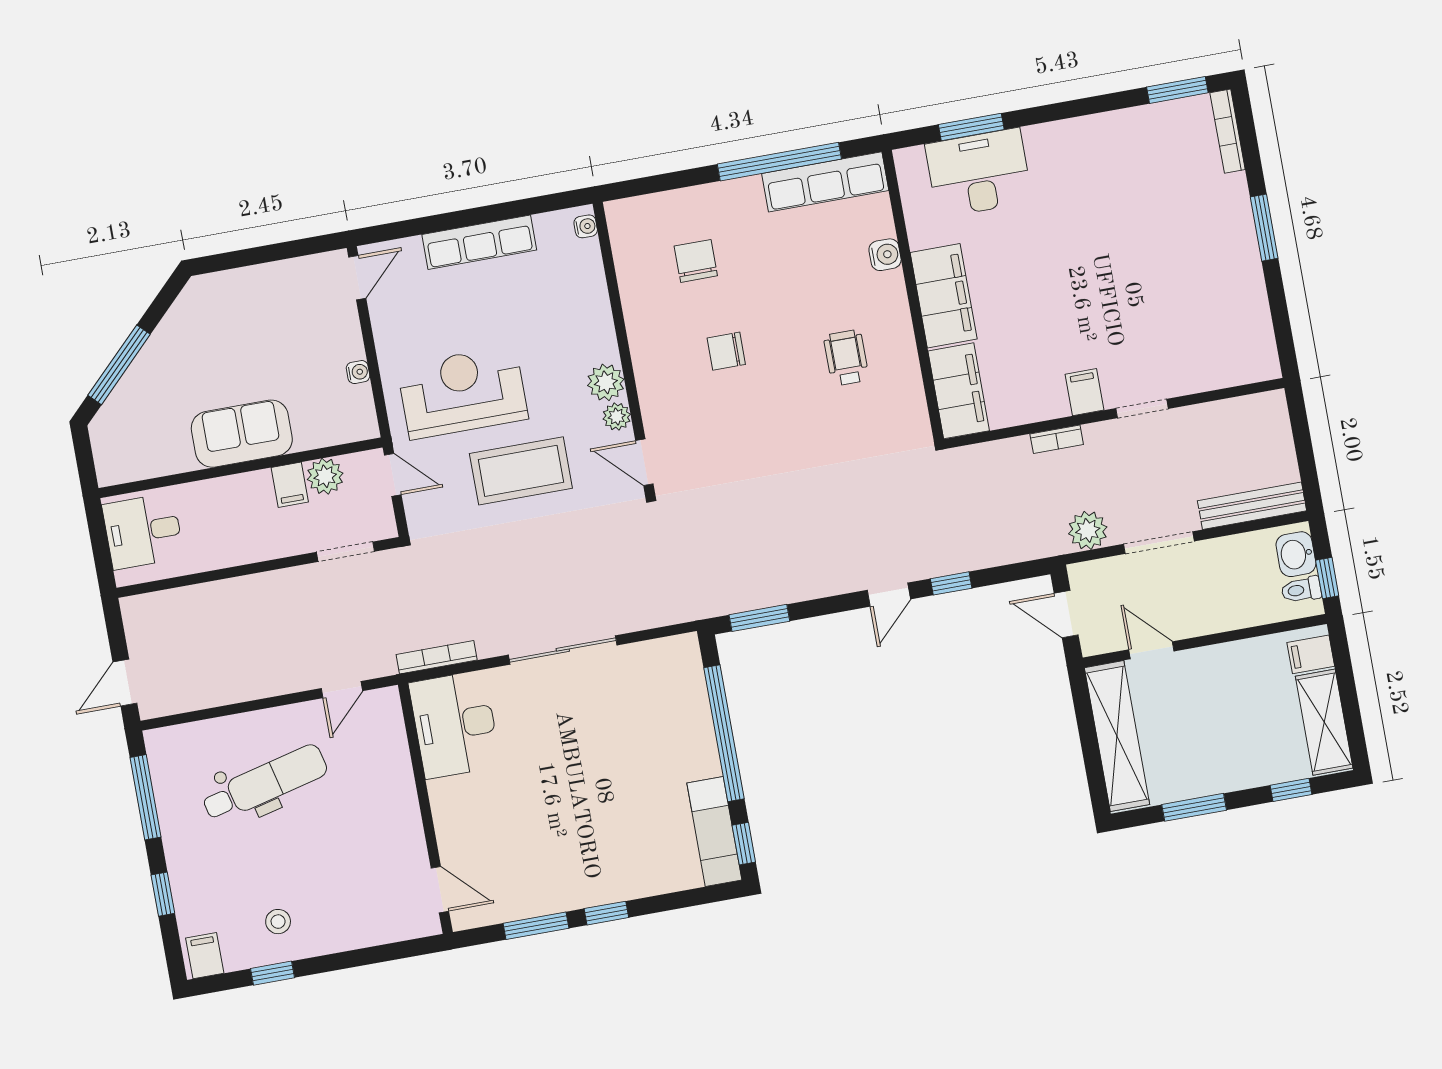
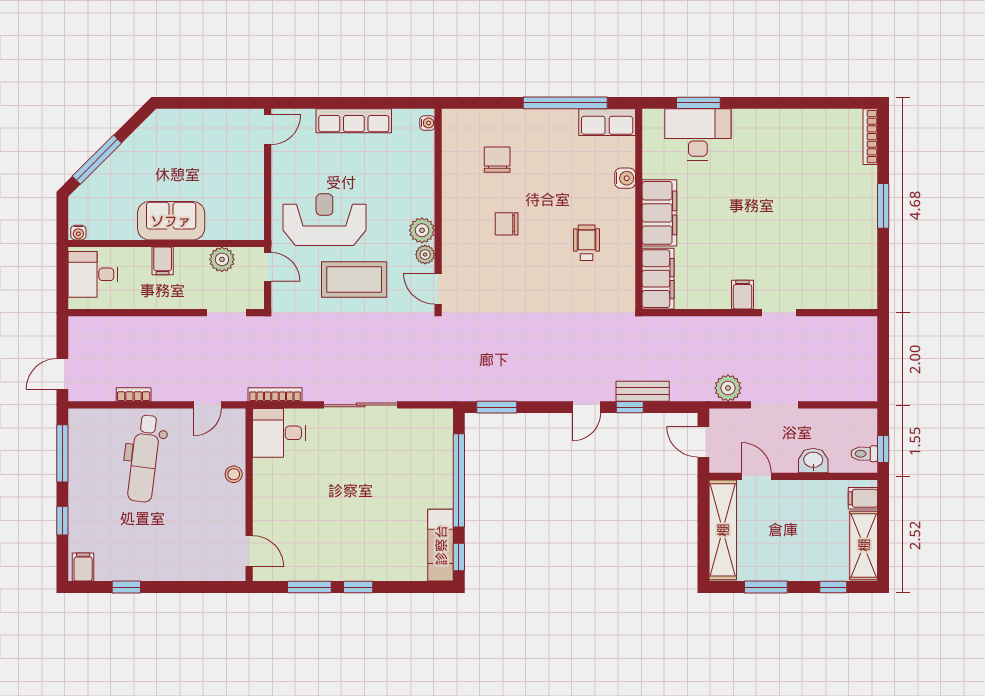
window: (1177, 90) -> (842, 103), removed
row of seats: (825, 182) -> (607, 122), width x0.68
water cooler: (358, 372) -> (78, 233), moved, turned 90
bookcase: (1057, 439) -> (134, 394), moved, turned 180
filing cabinet: (290, 485) -> (163, 261), moved
bench: (1252, 506) -> (643, 391), moved, width x0.73
washbasin: (1296, 554) -> (813, 461), moved, turned 90
desk: (455, 725) -> (279, 433), width x0.73
dental chair: (265, 783) -> (144, 458), turned 111
stool: (278, 922) -> (234, 474), moved

